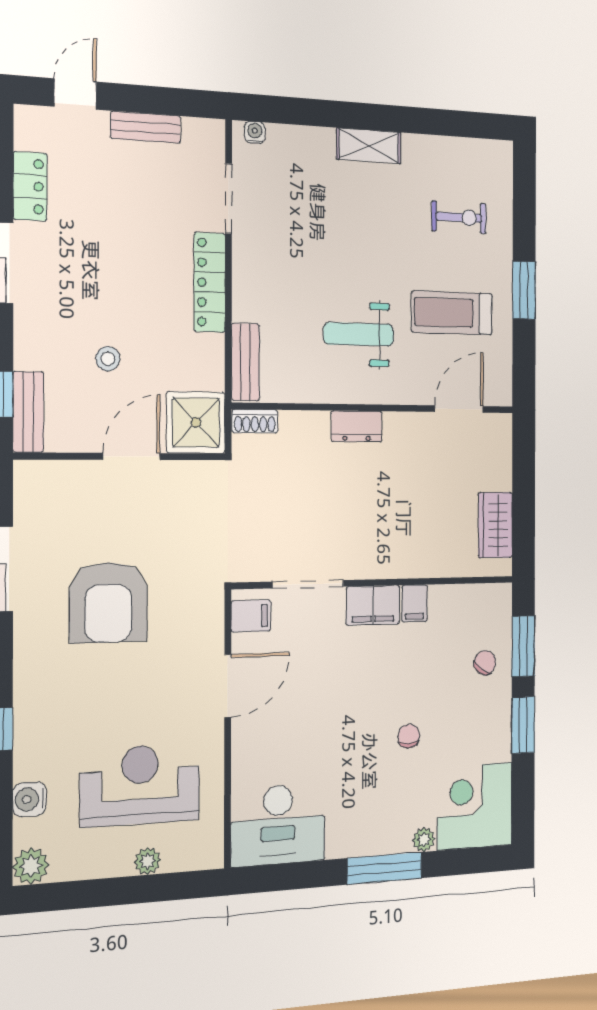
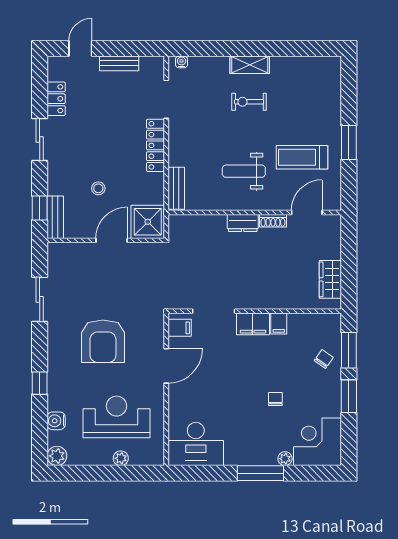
exercise bike: (459, 217) -> (249, 102), moved, turned 180
shoe rack: (255, 421) -> (273, 221), moved
armchair: (108, 602) -> (103, 341), moved

